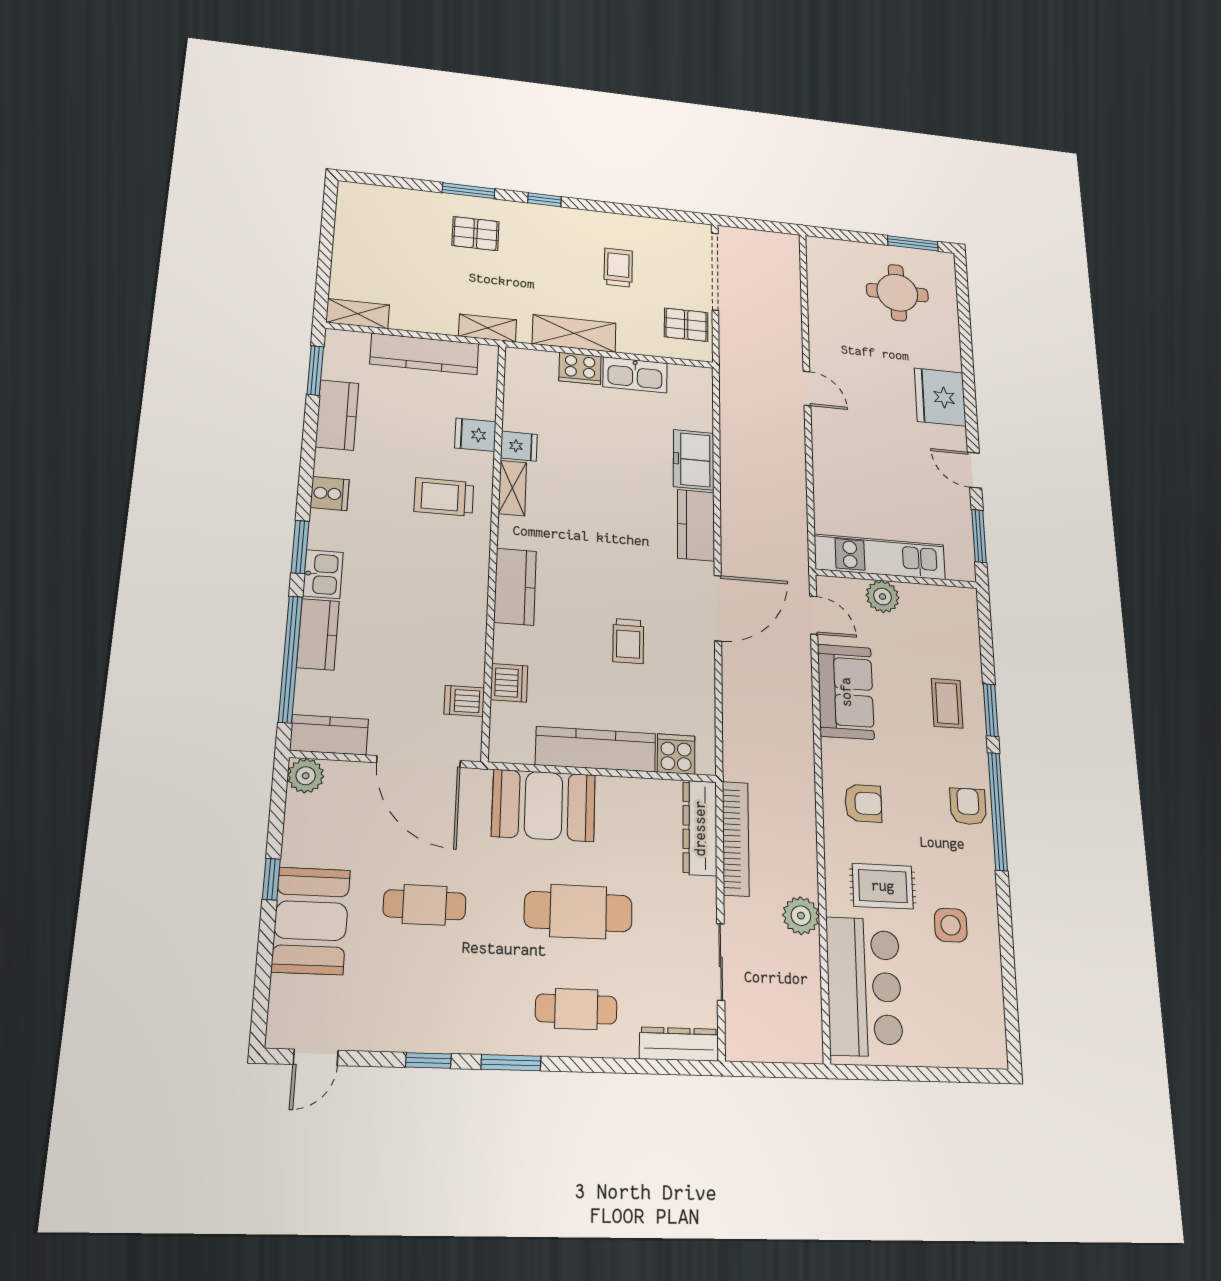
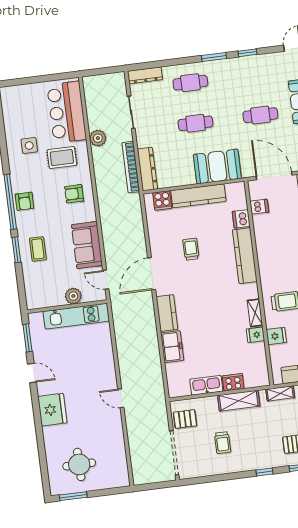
kitchen counter: (515, 587) -> (245, 256), width x1.50
cafe table: (578, 912) -> (195, 123), width x0.73, depth x0.74

